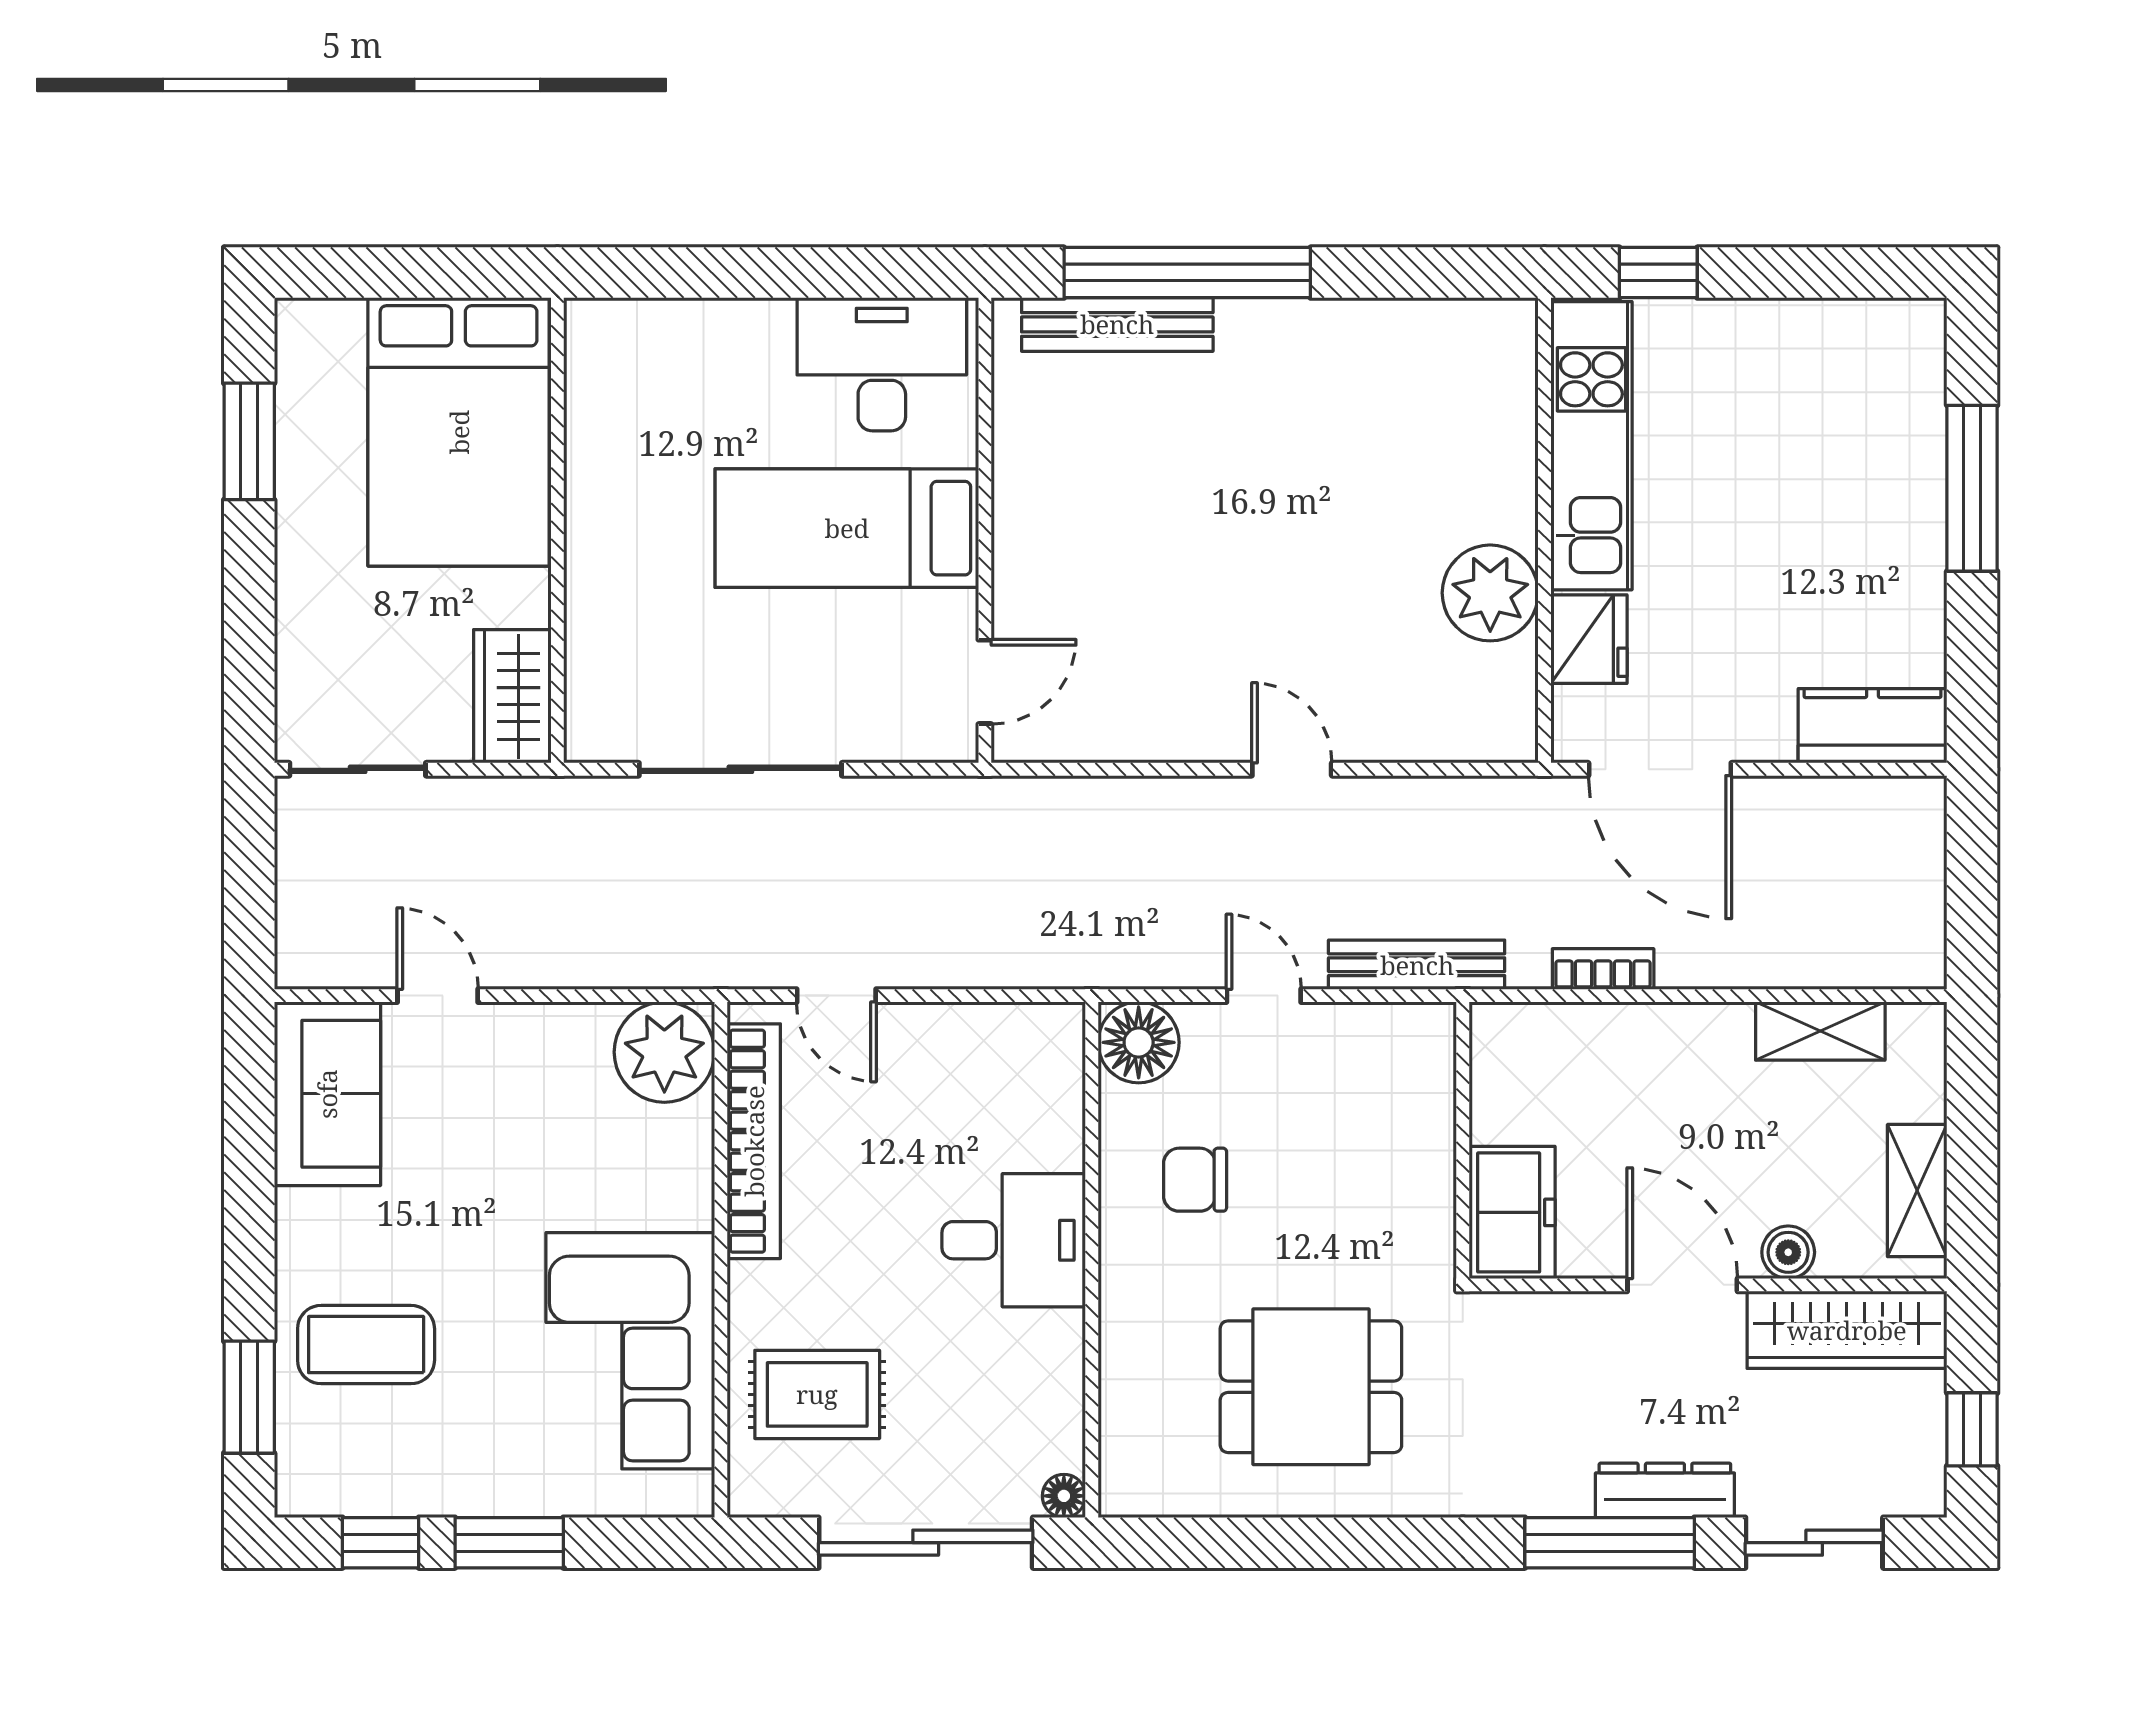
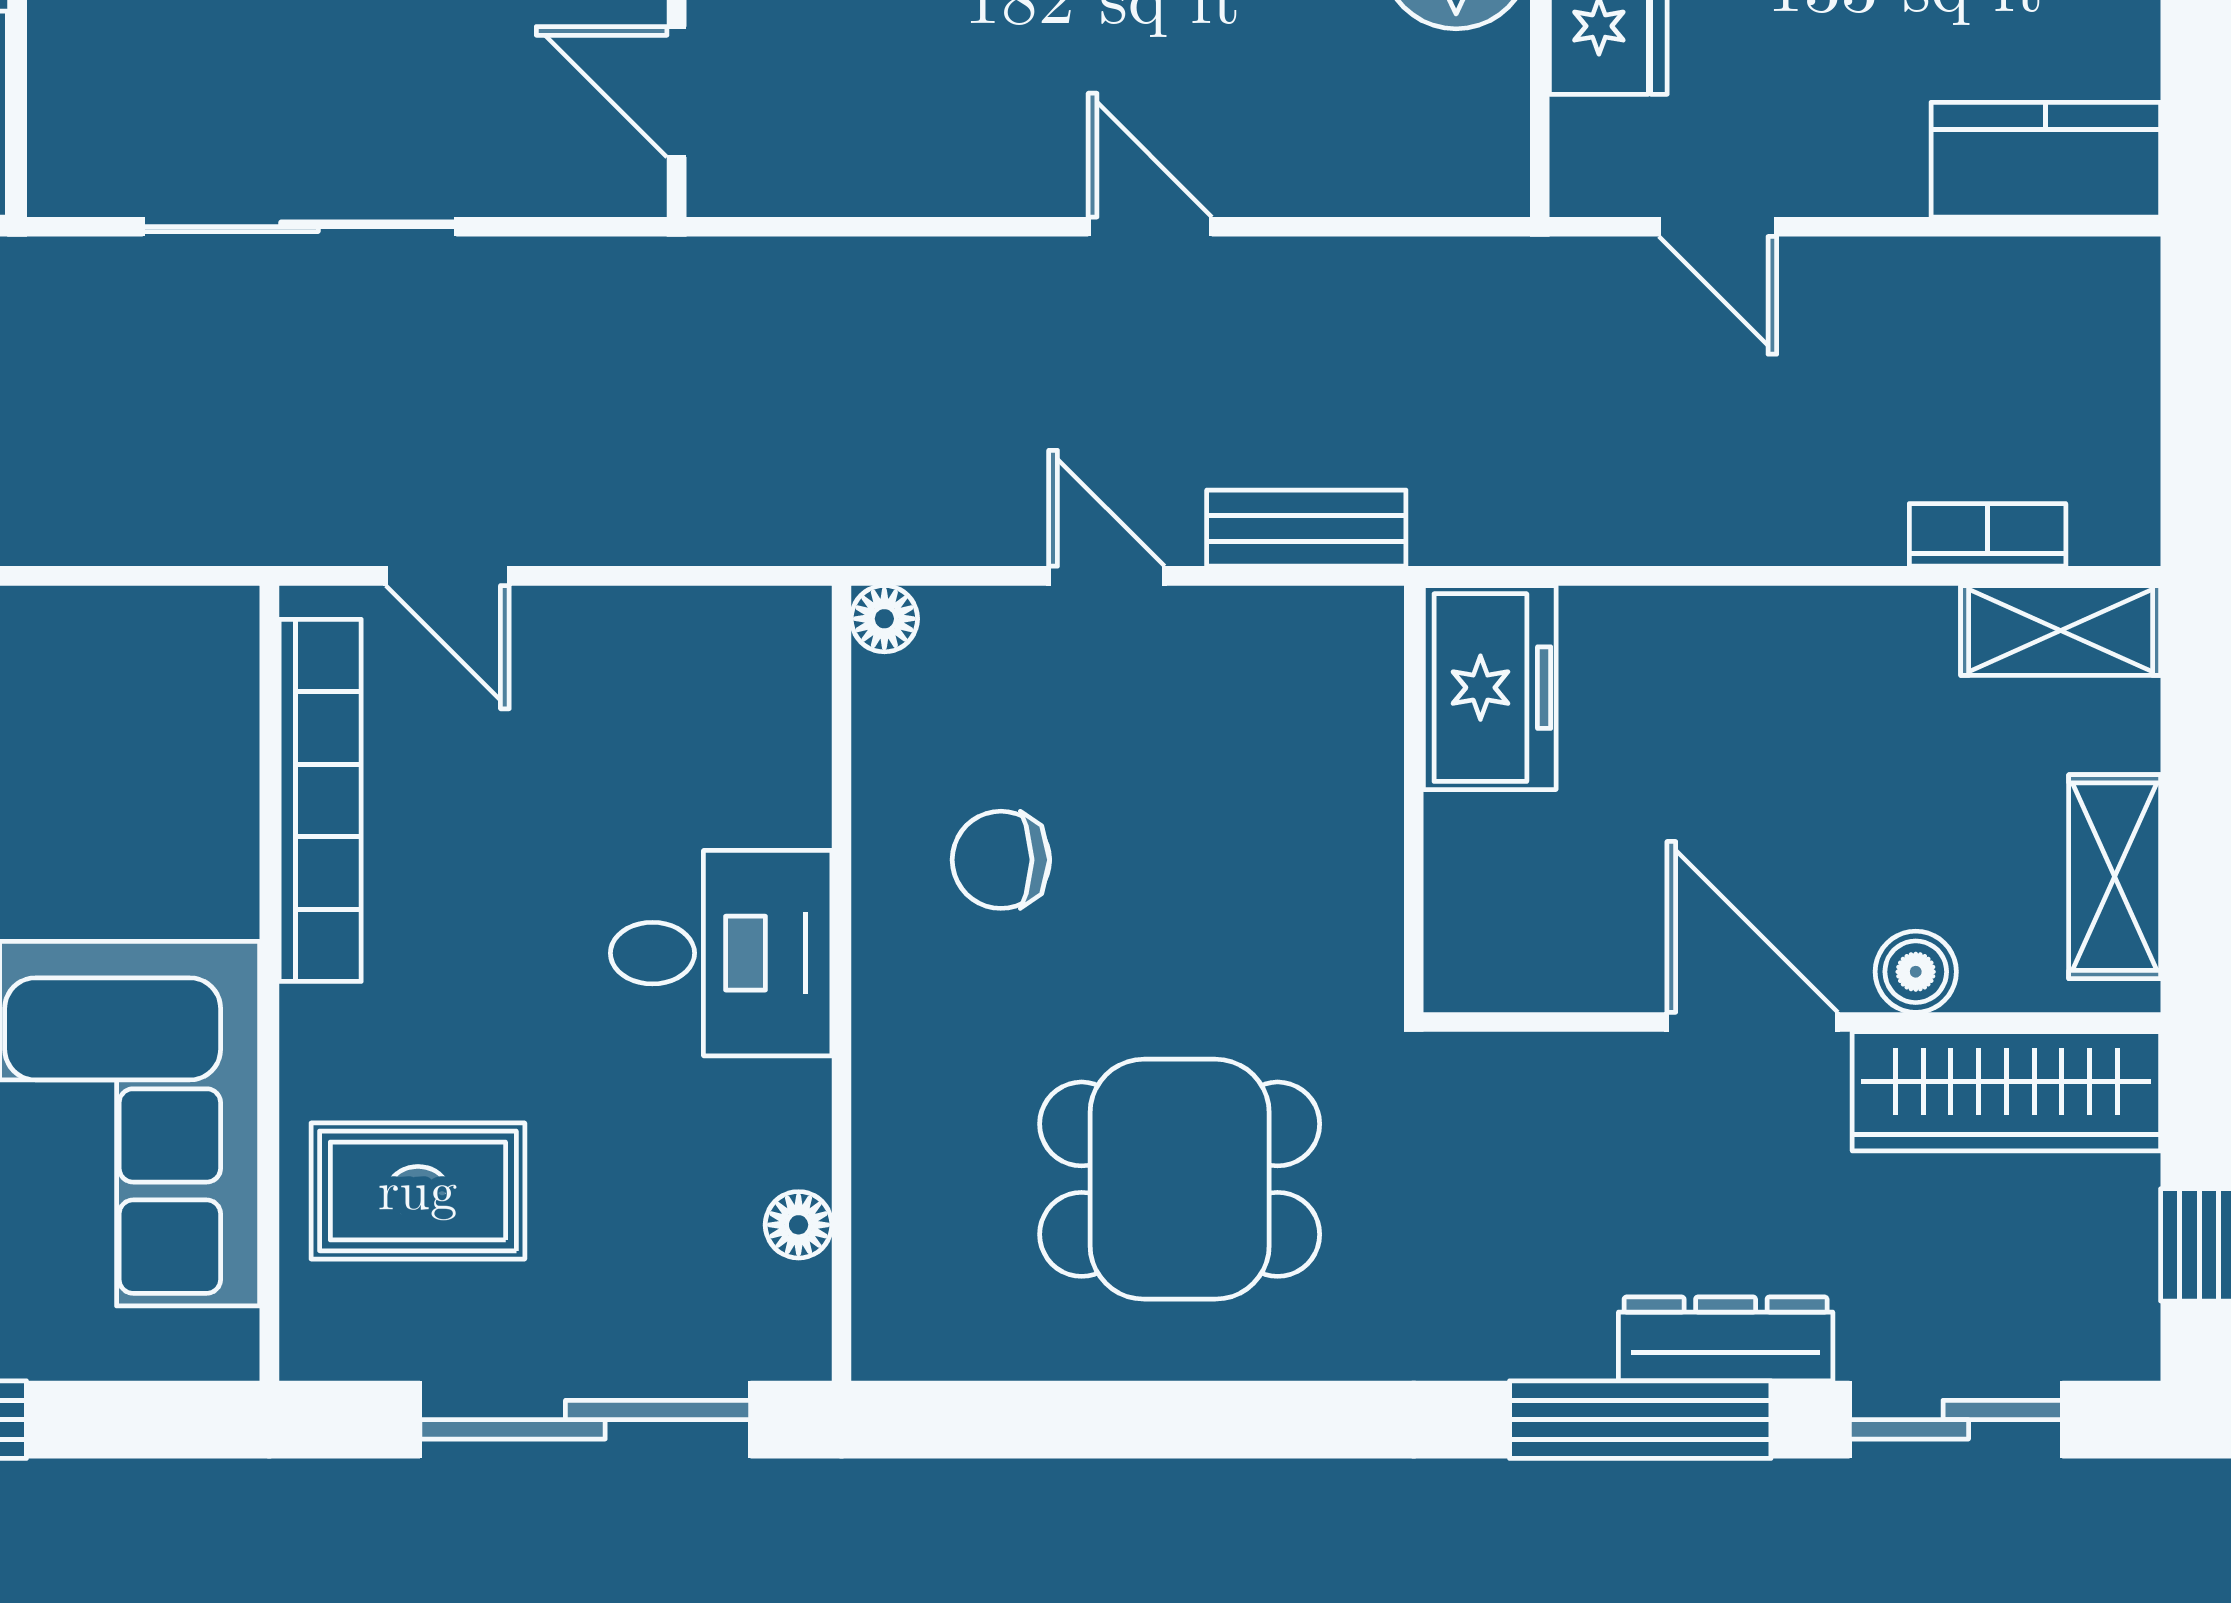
door: (985, 682) -> (677, 92), swing flipped
door: (1660, 769) -> (1718, 227), width x0.53
bench: (1417, 965) -> (1306, 528), width x0.73
bookcase: (1603, 969) -> (1988, 535), moved
shelving: (1820, 1031) -> (2061, 631), moved
floor lamp: (1139, 1042) -> (884, 619), width x0.53, depth x0.53
plant: (664, 1052) -> (182, 663), removed
freezer: (1512, 1212) -> (1490, 688), moved
floor lamp: (1064, 1496) -> (799, 1225), moved

